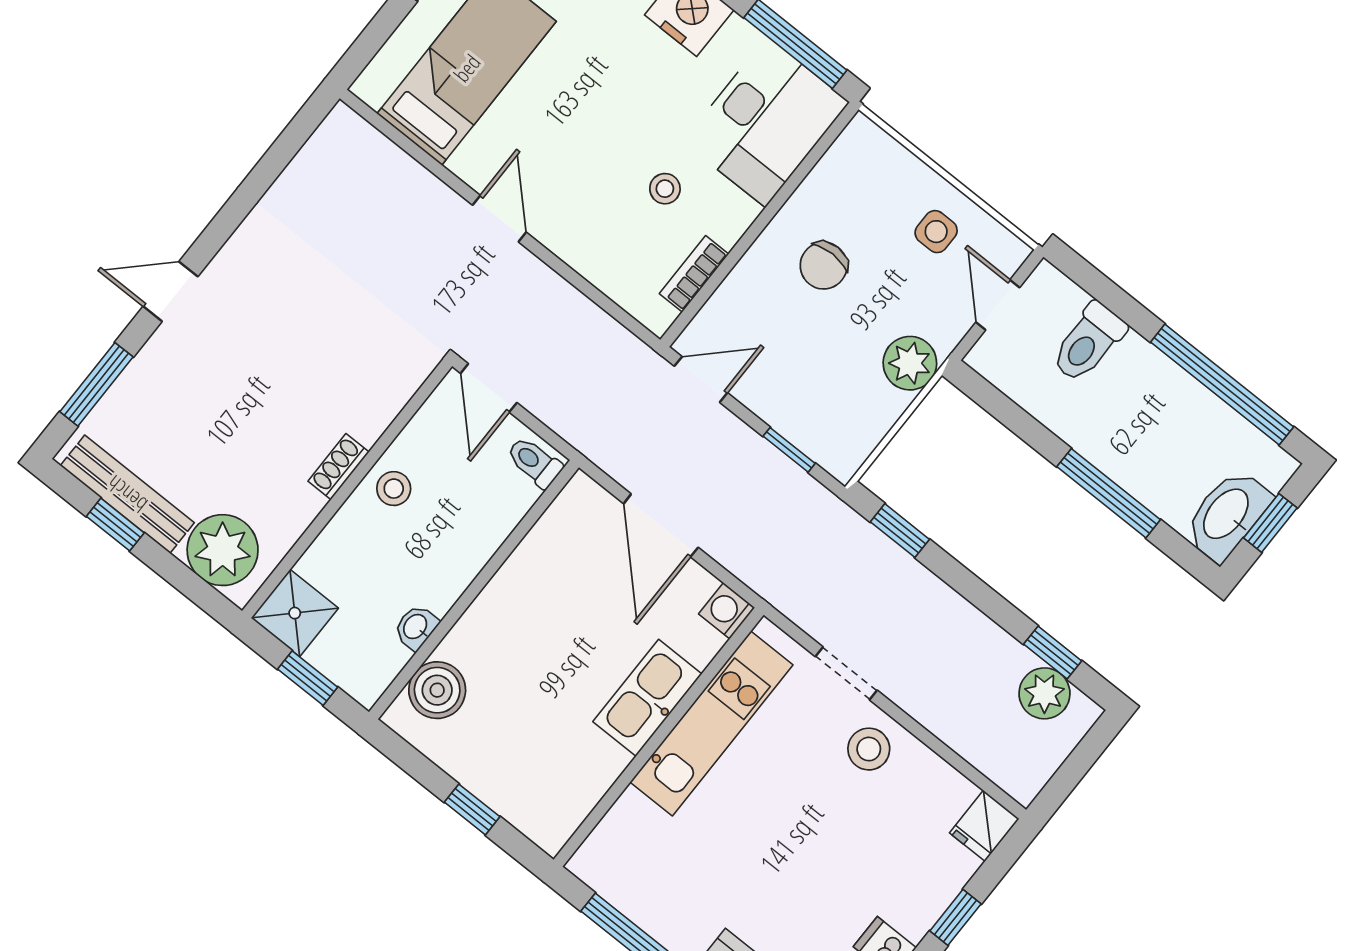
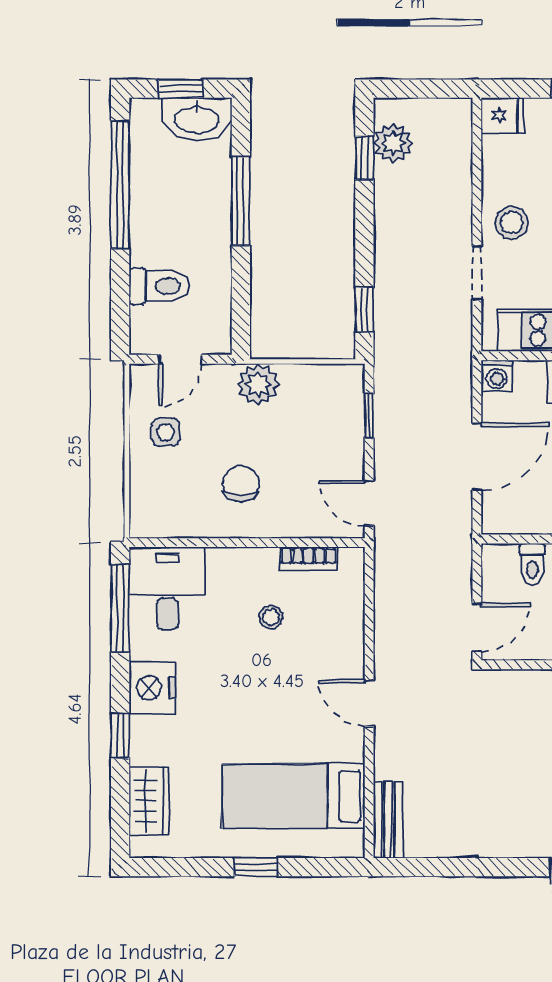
desk: (766, 122) -> (167, 588), width x0.73
bench: (367, 144) -> (388, 820), added
door: (499, 219) -> (369, 703), hinge flipped
chair: (824, 266) -> (241, 484), turned -90
toilet: (534, 462) -> (532, 564), moved

